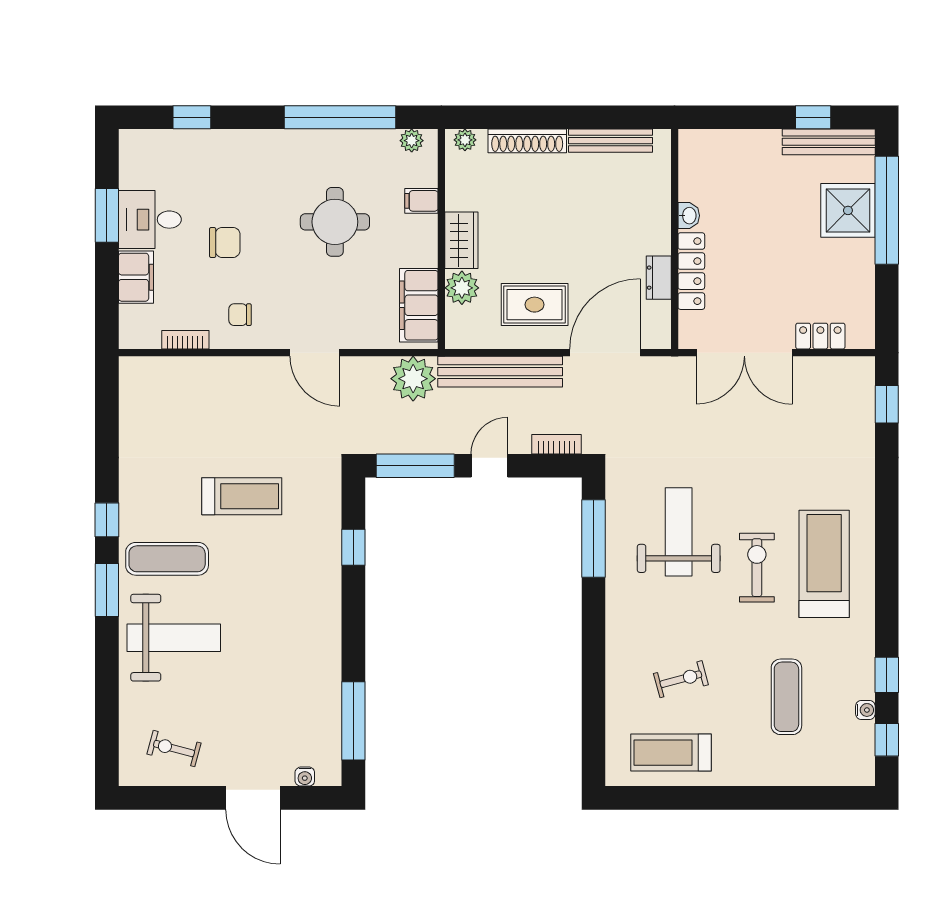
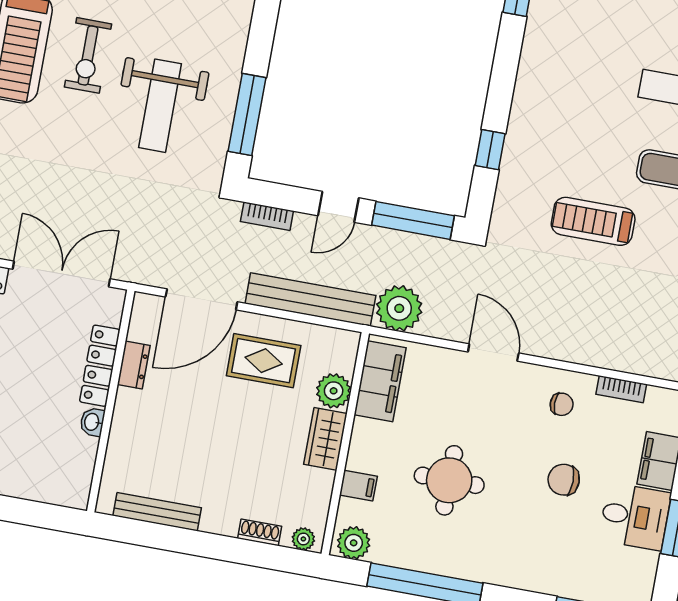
plant: (412, 141) -> (354, 543), width x1.38, depth x1.38
shoe rack: (527, 141) -> (260, 532), width x0.51, depth x0.81

